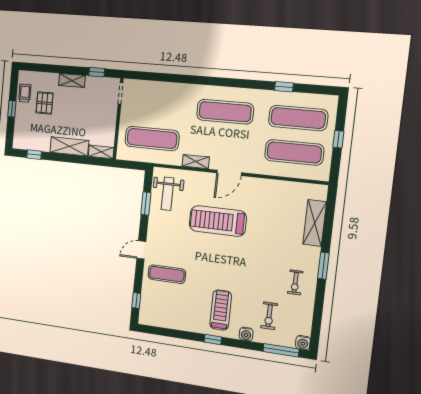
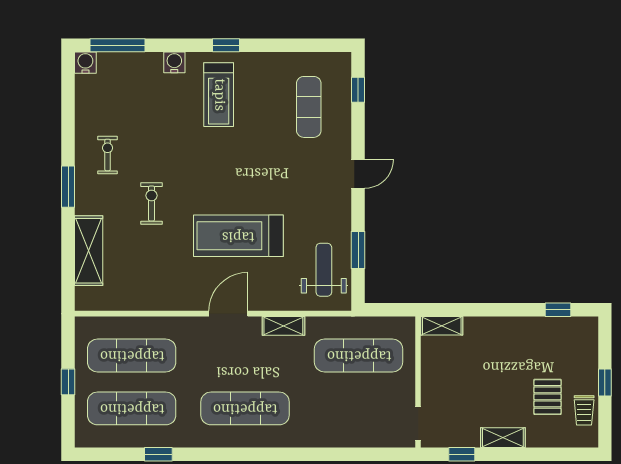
shelving: (69, 146) -> (497, 329), removed
treadmill: (218, 221) -> (238, 236), turned 180
exercise mat: (167, 274) -> (309, 107), moved, turned 90
exercise bike: (269, 316) -> (152, 203), moved

